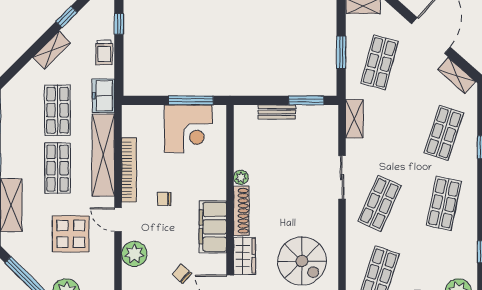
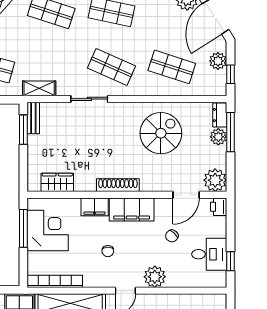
bench: (277, 112) -> (33, 118), moved
bookcase: (129, 170) -> (55, 281), moved
plant: (241, 177) -> (89, 186), removed
filing cabinet: (216, 184) -> (95, 207), added
wardrobe: (245, 256) -> (57, 182), moved

